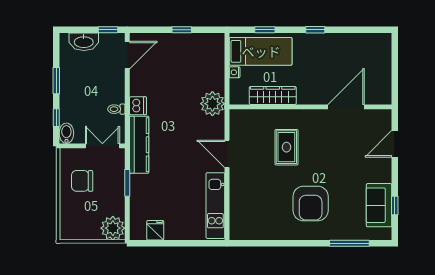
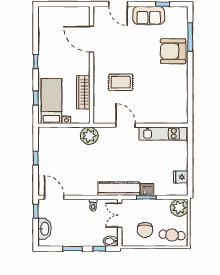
dishwasher: (138, 106) -> (147, 190), moved
door: (227, 154) -> (126, 125), swing flipped
armchair: (311, 203) -> (173, 51), moved, turned 180
sofa: (379, 205) -> (149, 15), moved
cafe table: (75, 218) -> (172, 235), added

